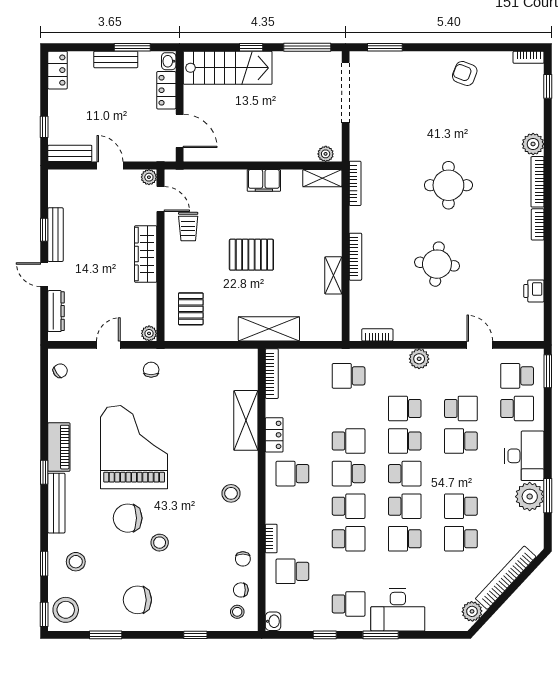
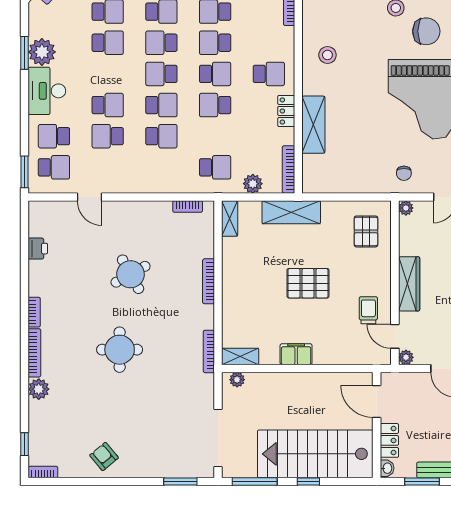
stairs: (228, 68) -> (315, 454), width x1.36, depth x1.51
armchair: (465, 73) -> (104, 456), turned -151
round table: (437, 264) -> (131, 274), turned -35
shelving: (333, 275) -> (230, 219), moved
plant: (419, 359) -> (253, 184), moved

